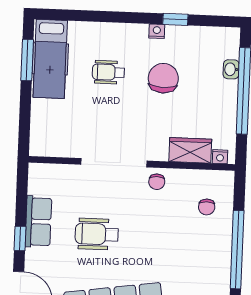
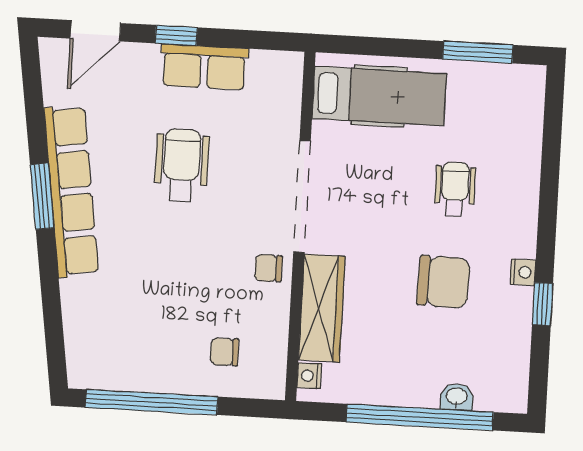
hospital bed: (50, 59) -> (379, 96), moved, turned 180
wardrobe: (190, 150) -> (322, 308), width x1.50

